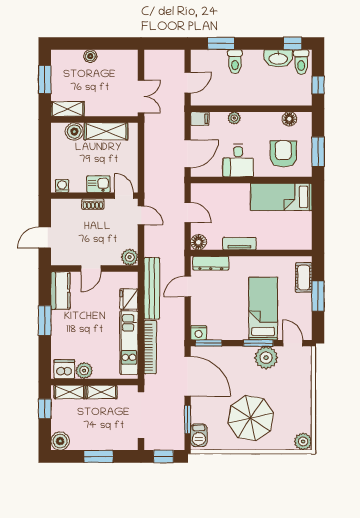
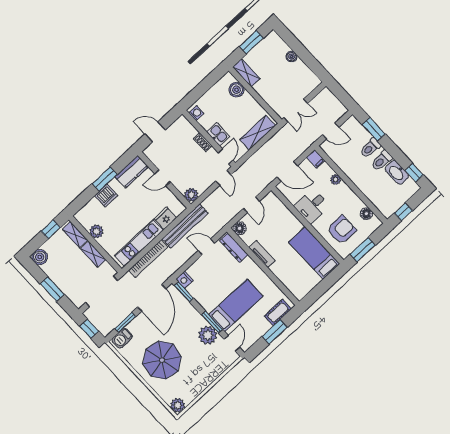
toilet: (301, 62) -> (382, 161), moved
shelving: (106, 131) -> (258, 133), moved, turned 90
dishwasher: (64, 369) -> (106, 196), moved, turned 90

